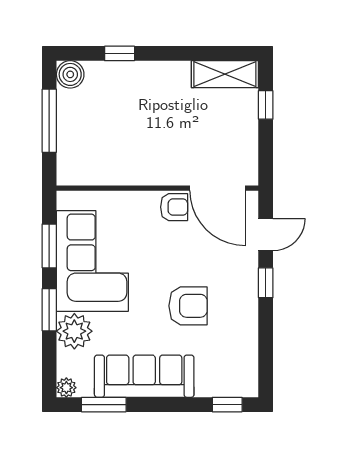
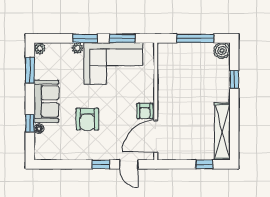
shelving: (225, 74) -> (222, 131), width x1.47
plant: (74, 331) -> (77, 48), width x0.53, depth x0.53
sofa: (144, 376) -> (46, 101), width x0.73
floor lamp: (204, 389) -> (39, 129), added
window: (227, 405) -> (30, 123), moved

